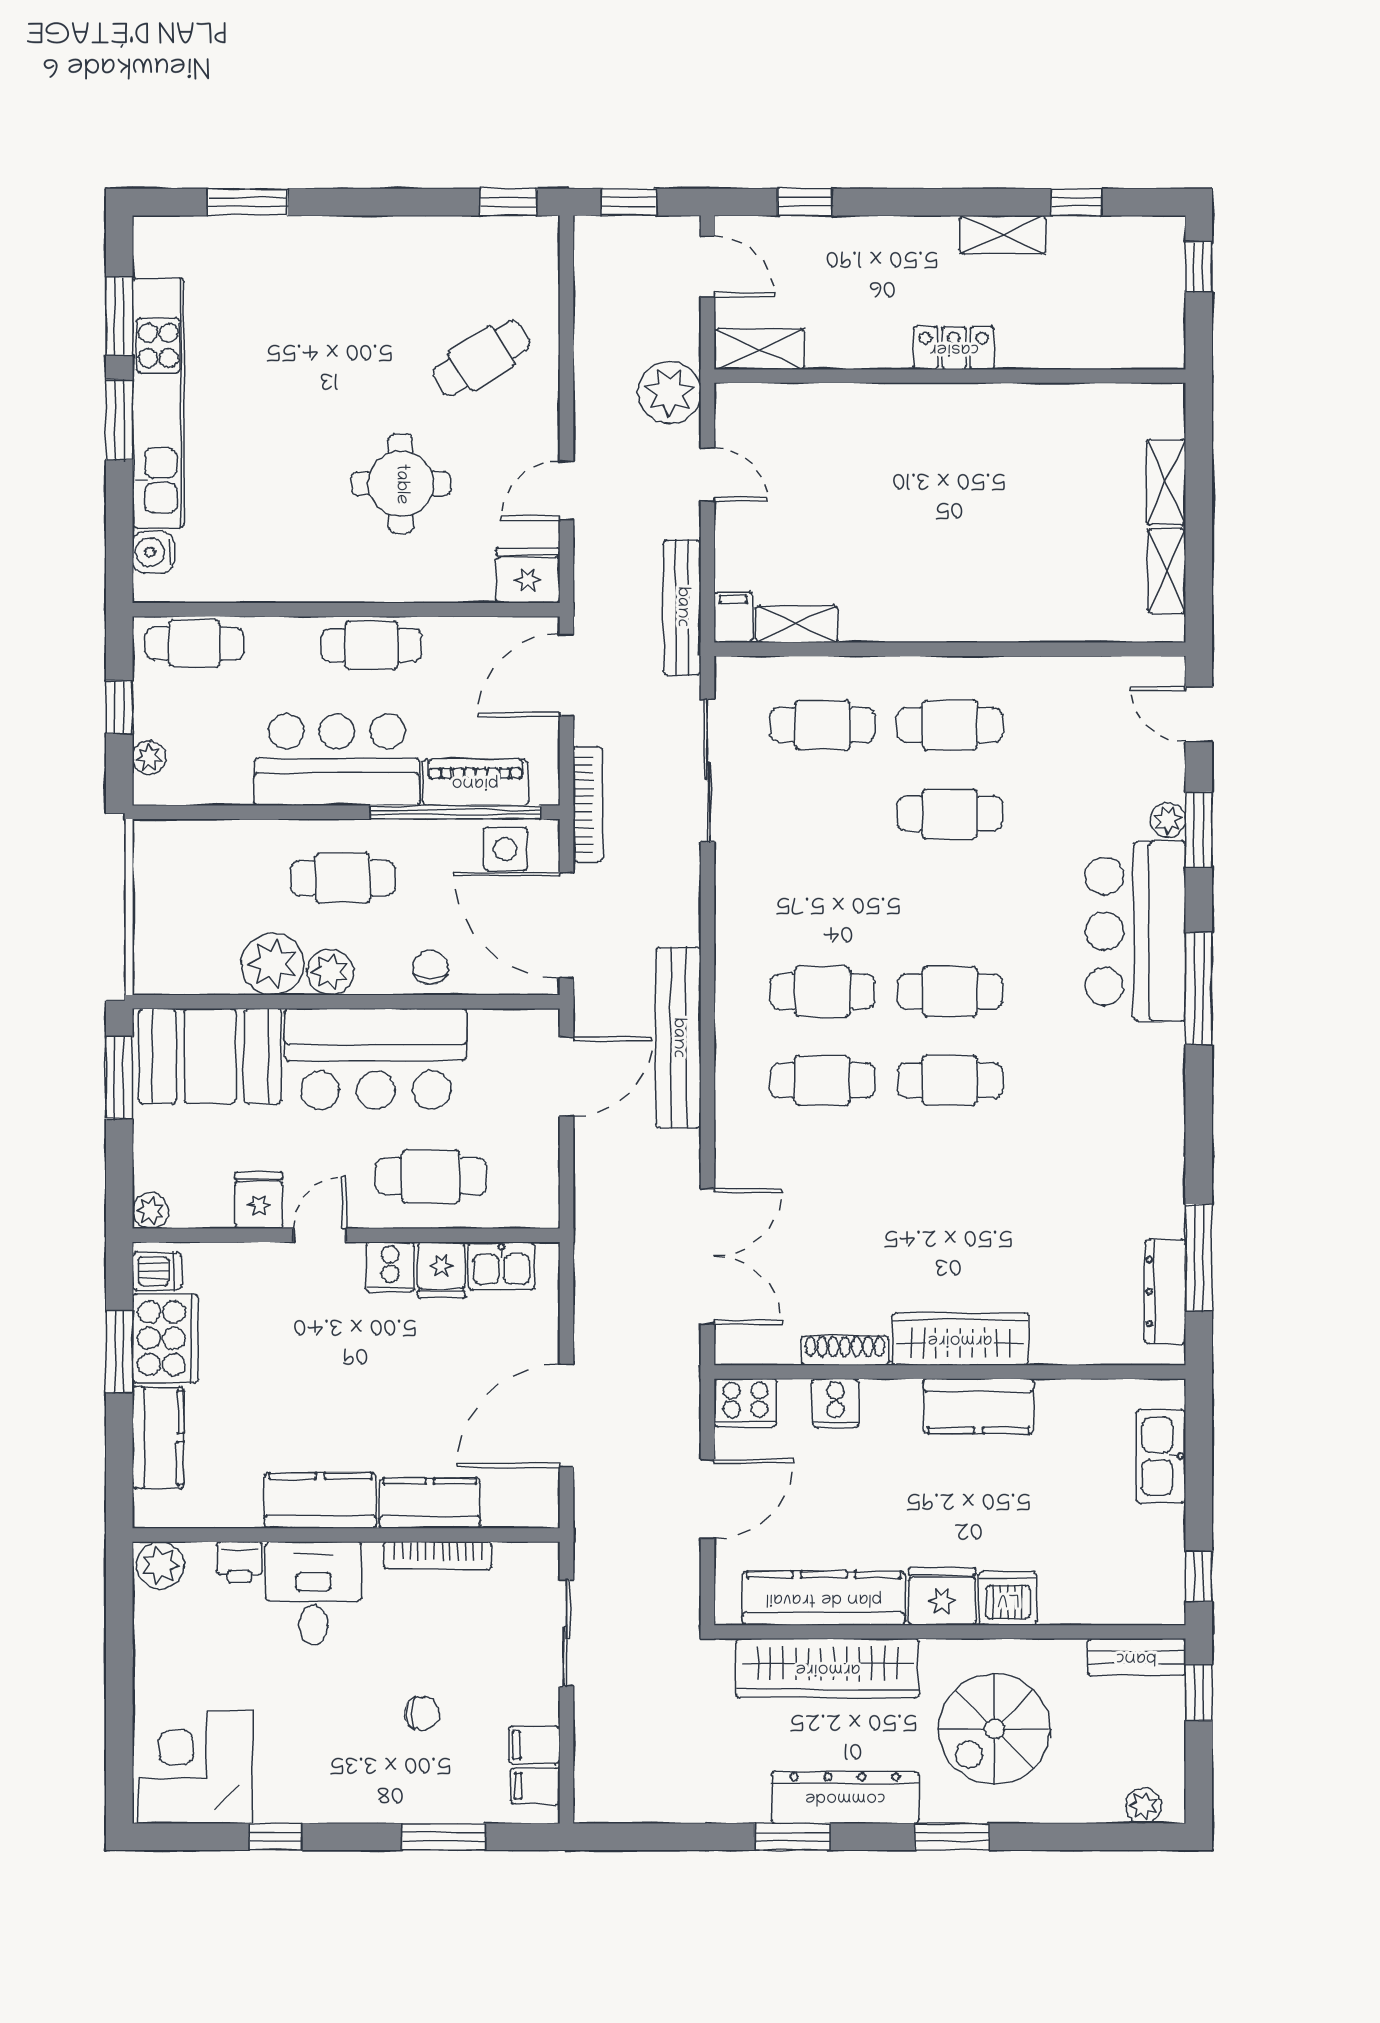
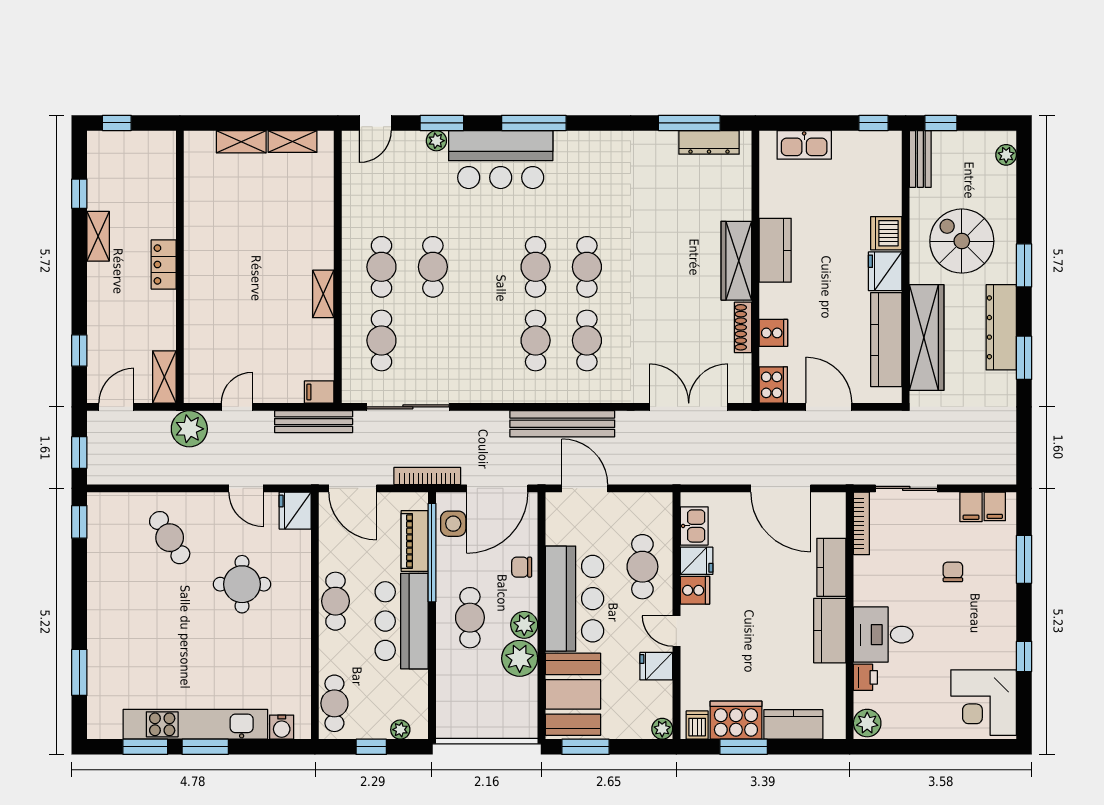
shelving: (797, 624) -> (323, 294), moved
bookcase: (438, 1555) -> (861, 523), moved
spiral stairs: (994, 1729) -> (962, 241), turned 180

